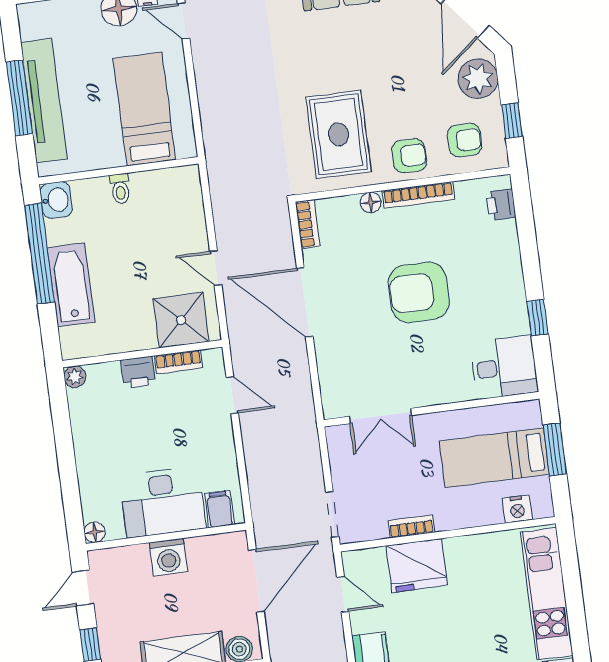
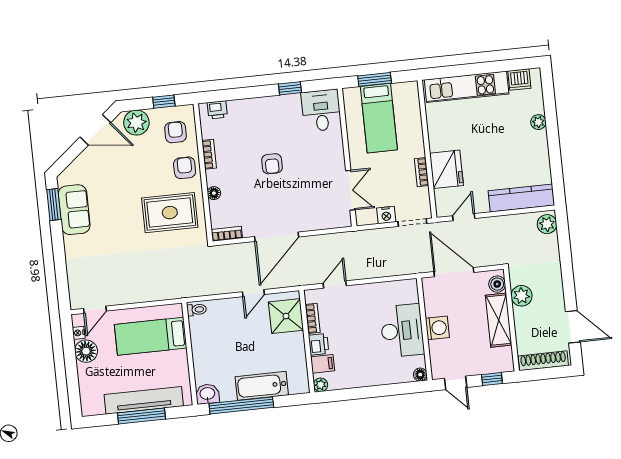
toilet: (120, 189) -> (197, 310), moved
bookcase: (418, 195) -> (209, 154), width x0.64
armchair: (419, 292) -> (272, 164), width x0.53, depth x0.53
filing cabinet: (219, 509) -> (323, 364), moved, turned 180
nightstand: (517, 509) -> (386, 215), moved, turned 90

